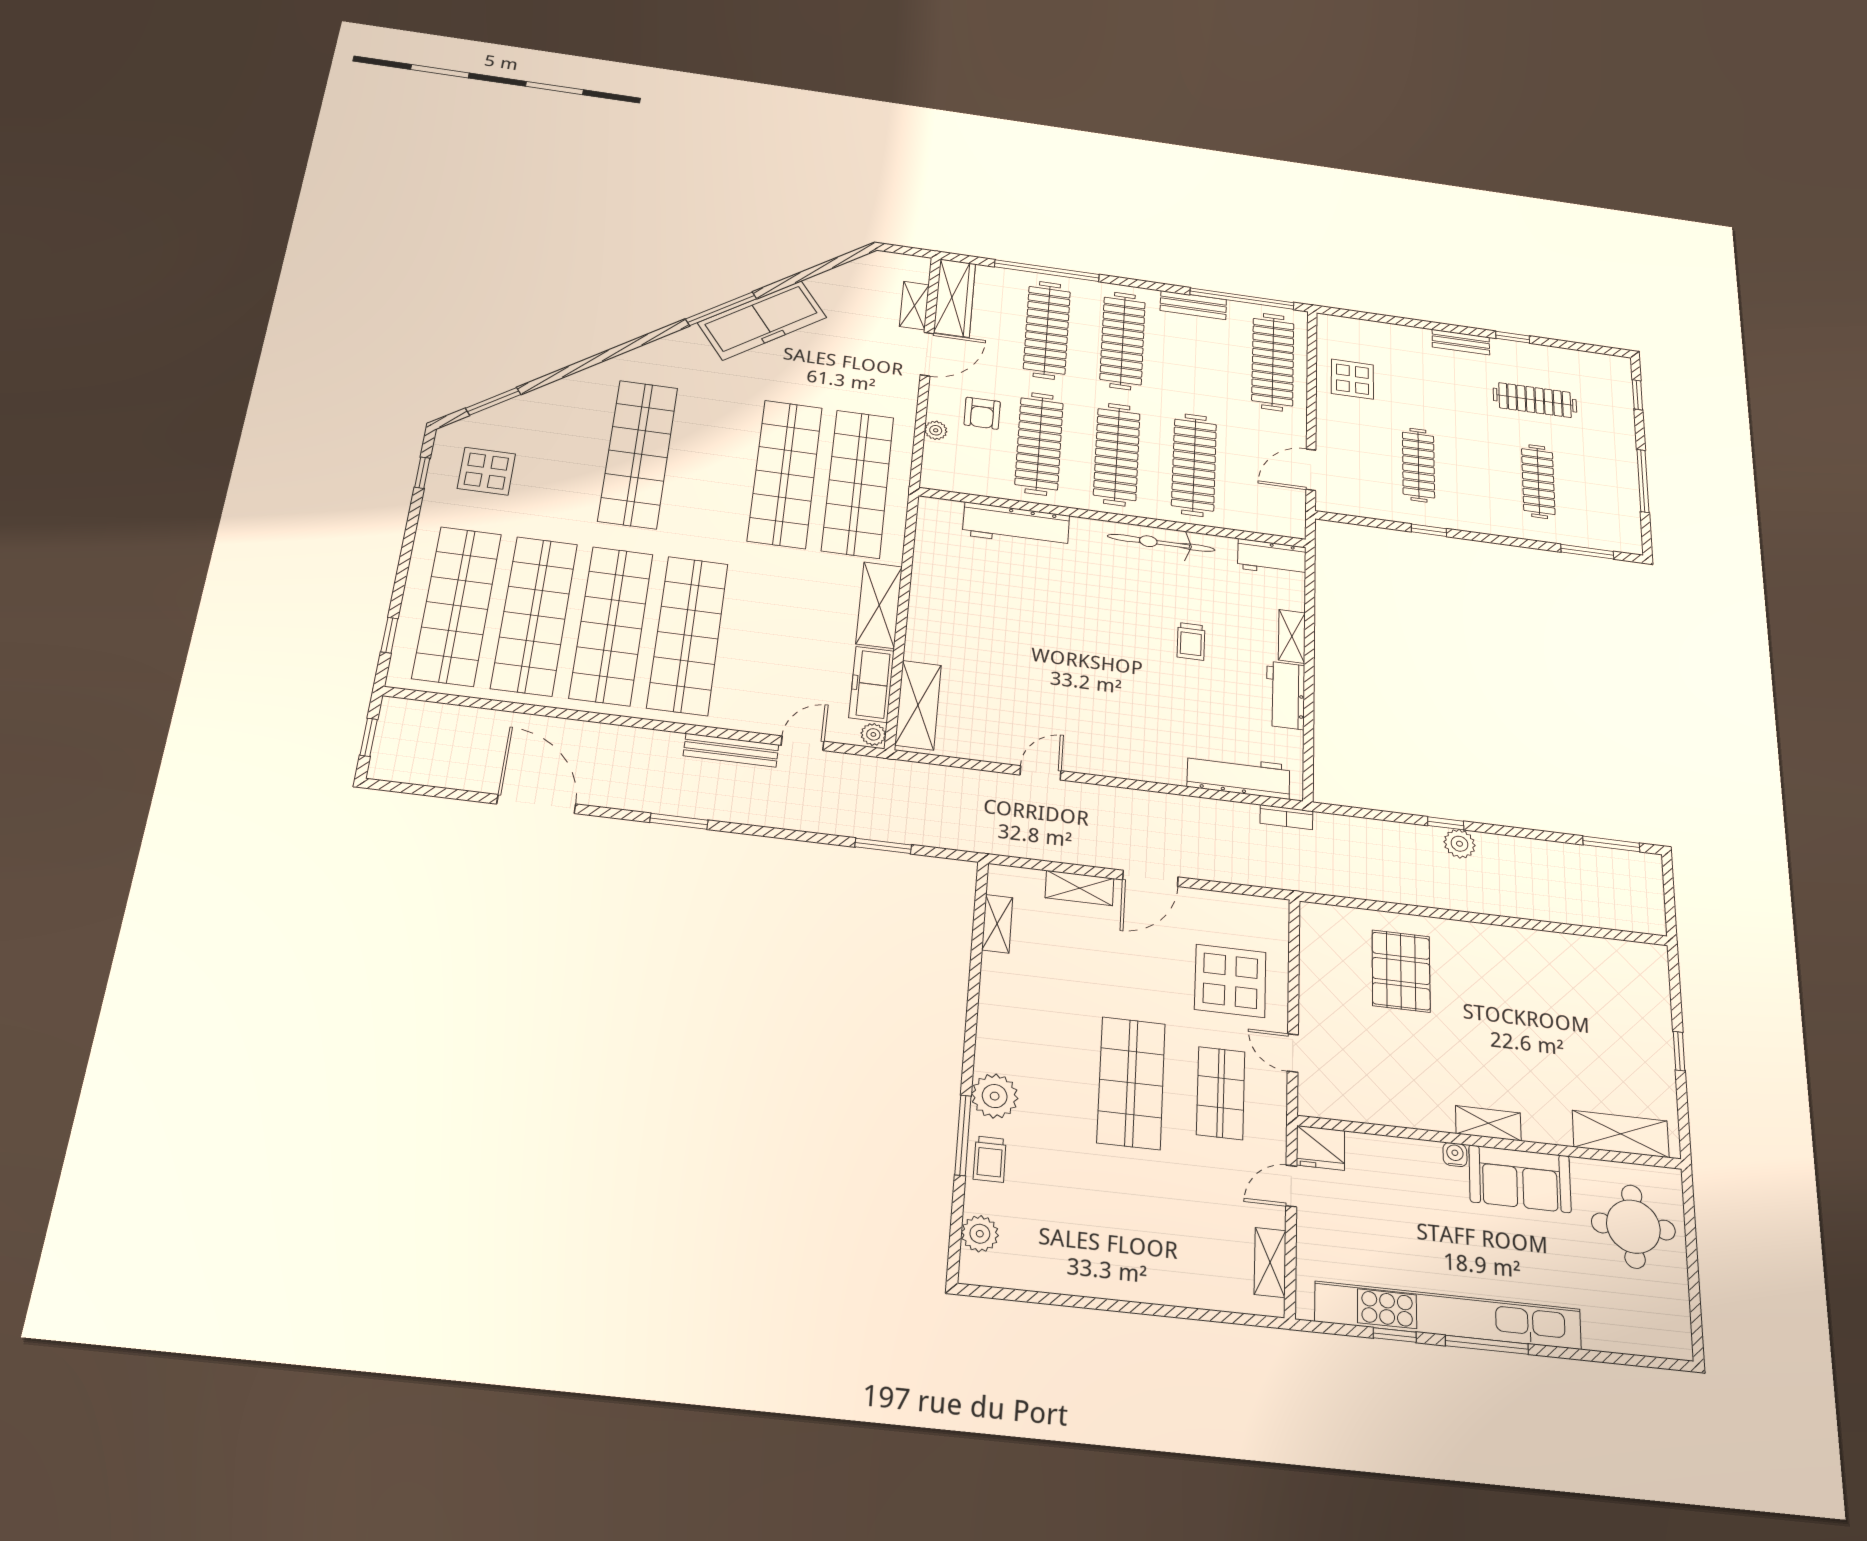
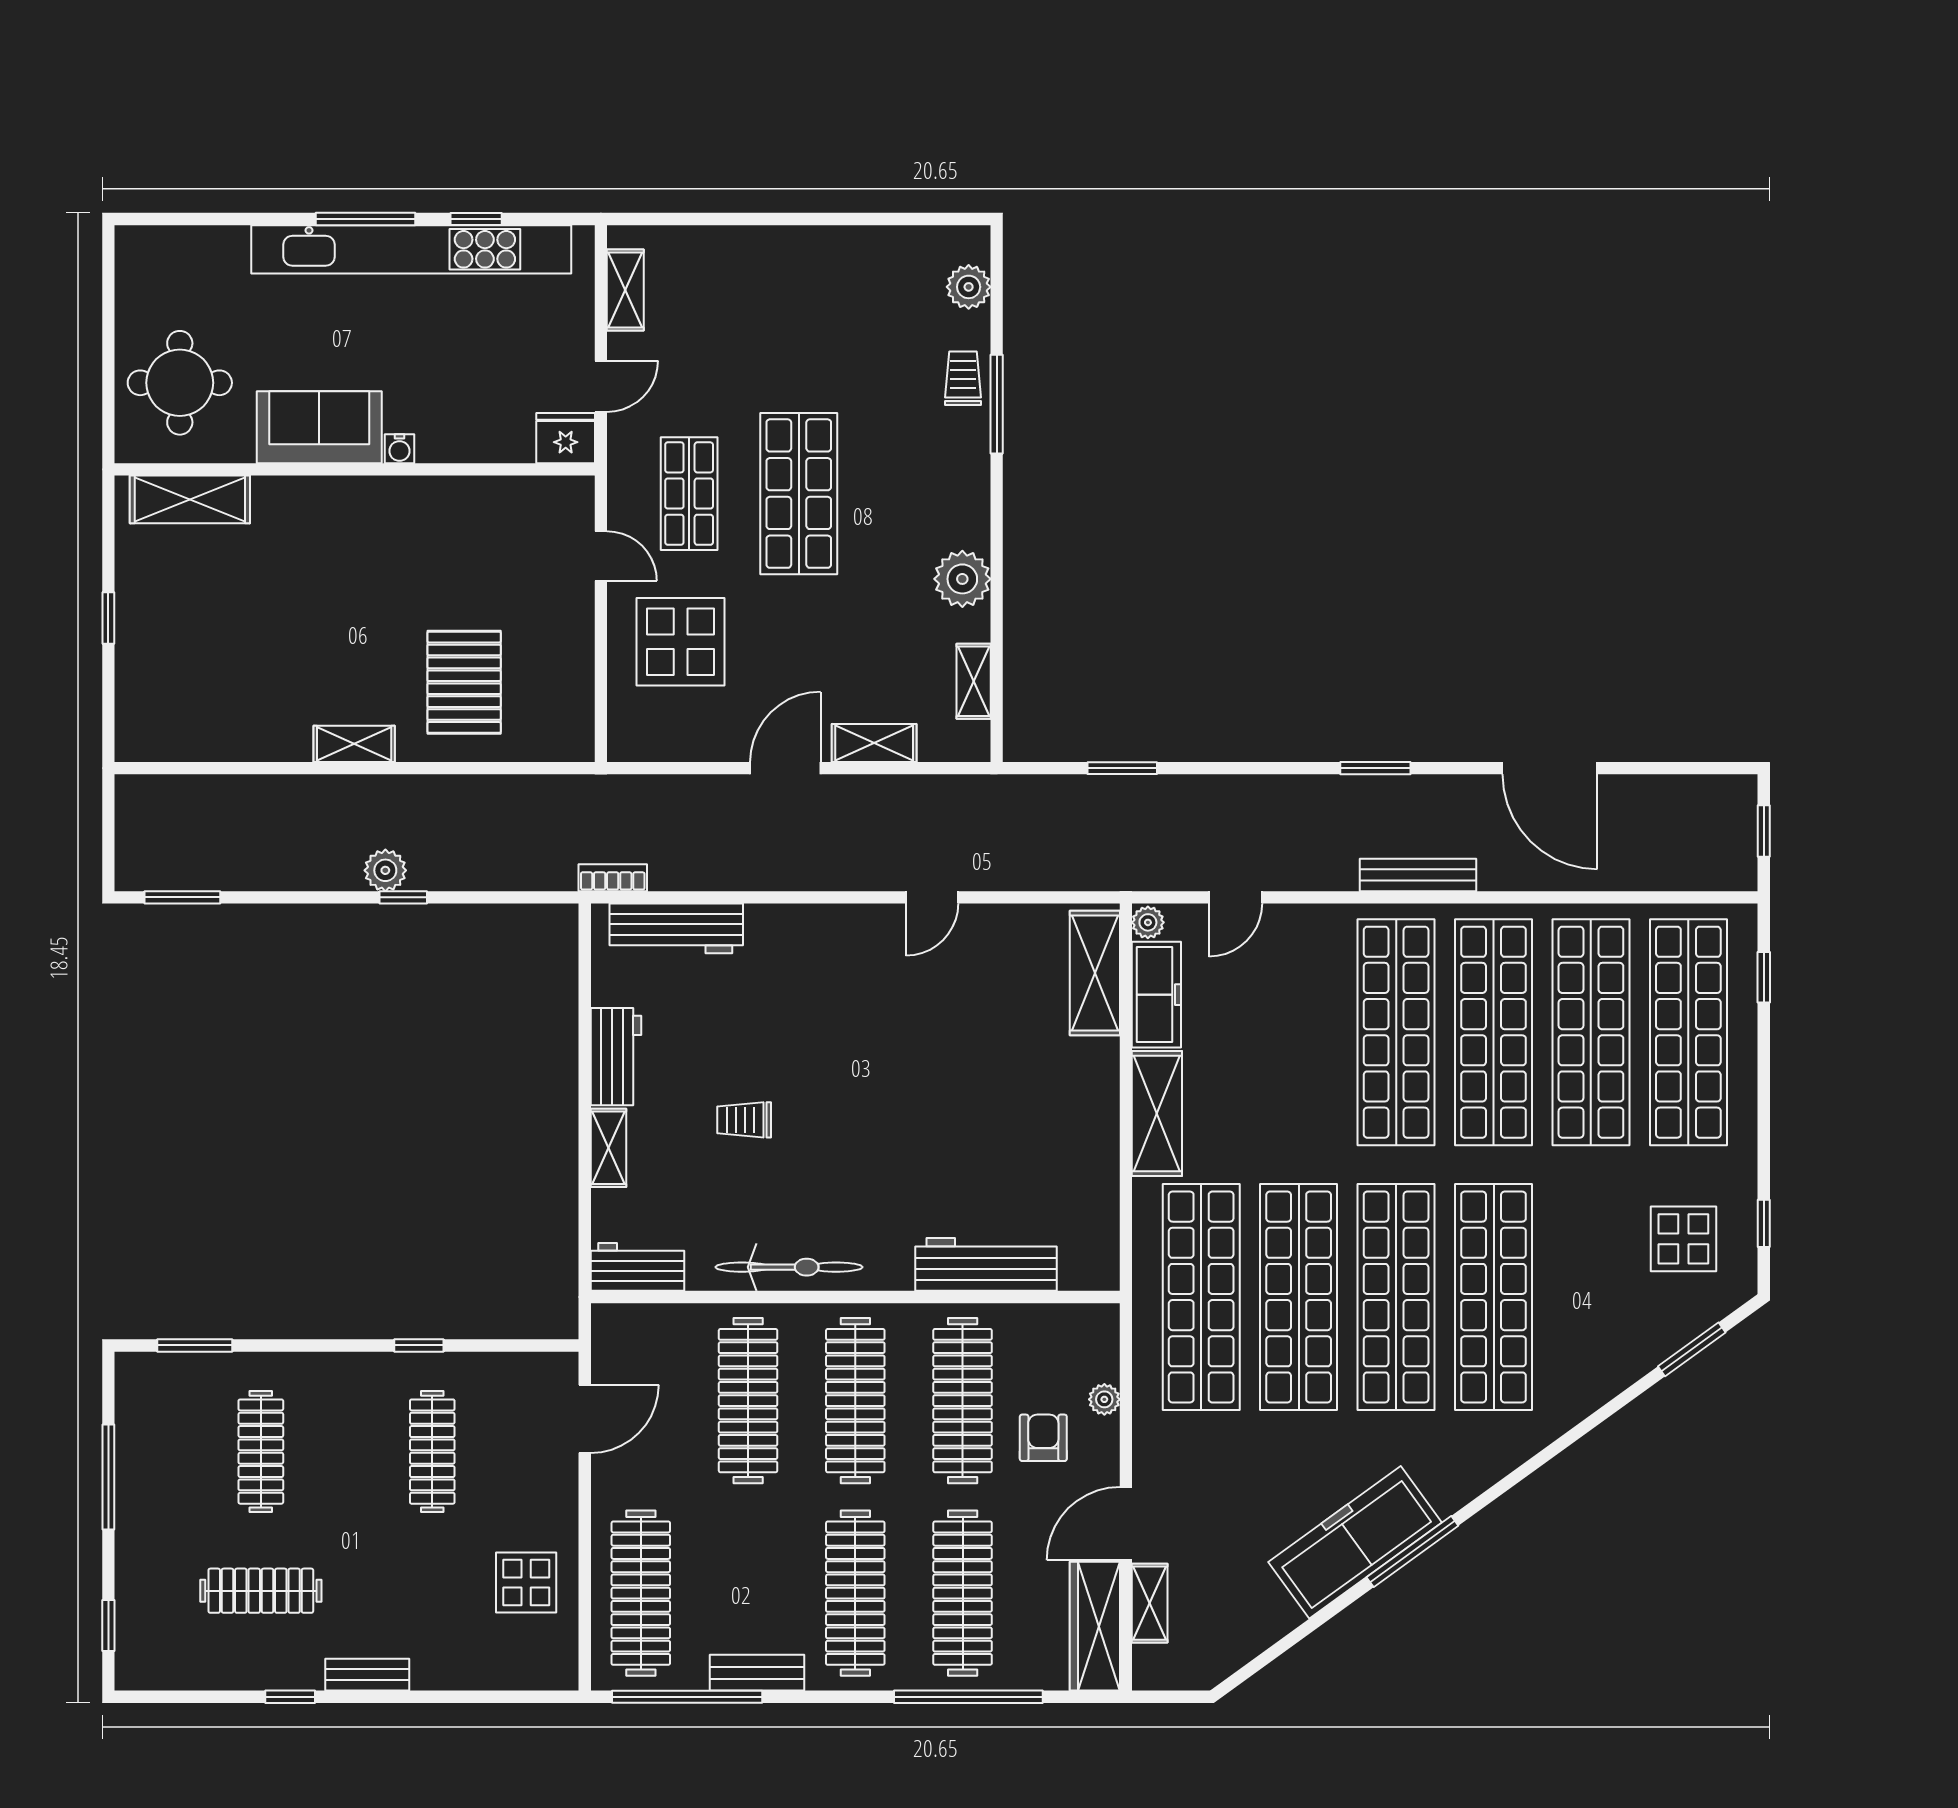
shop shelf: (712, 464) -> (1396, 1297), added
trolley: (1191, 641) -> (744, 1120), turned -90
bench: (731, 750) -> (1418, 875), moved
plant: (995, 1096) -> (962, 579), moved
shelving: (1488, 1123) -> (354, 744), moved

